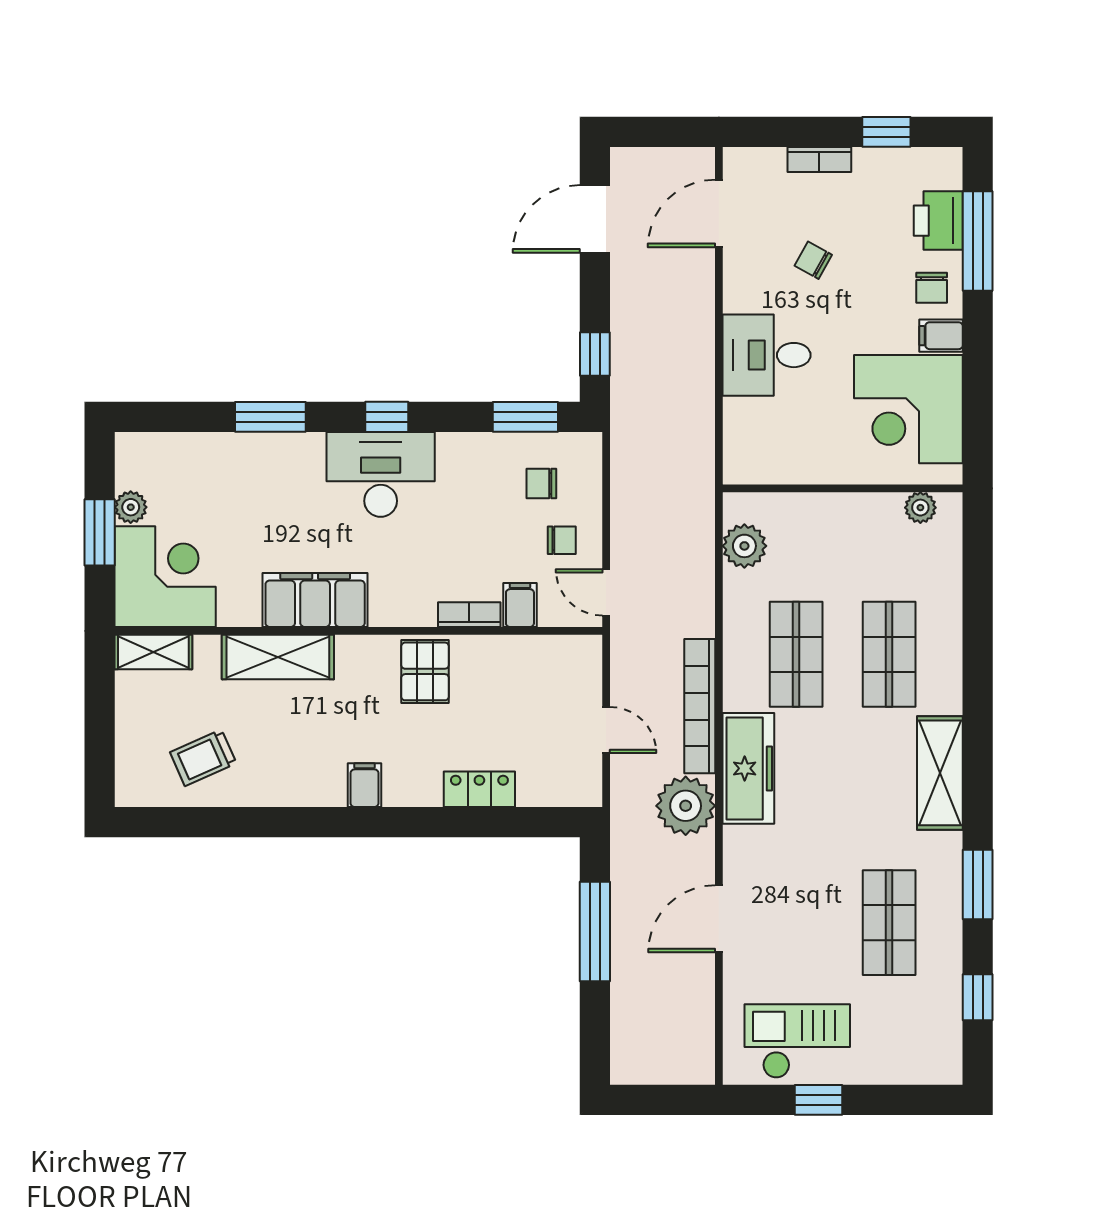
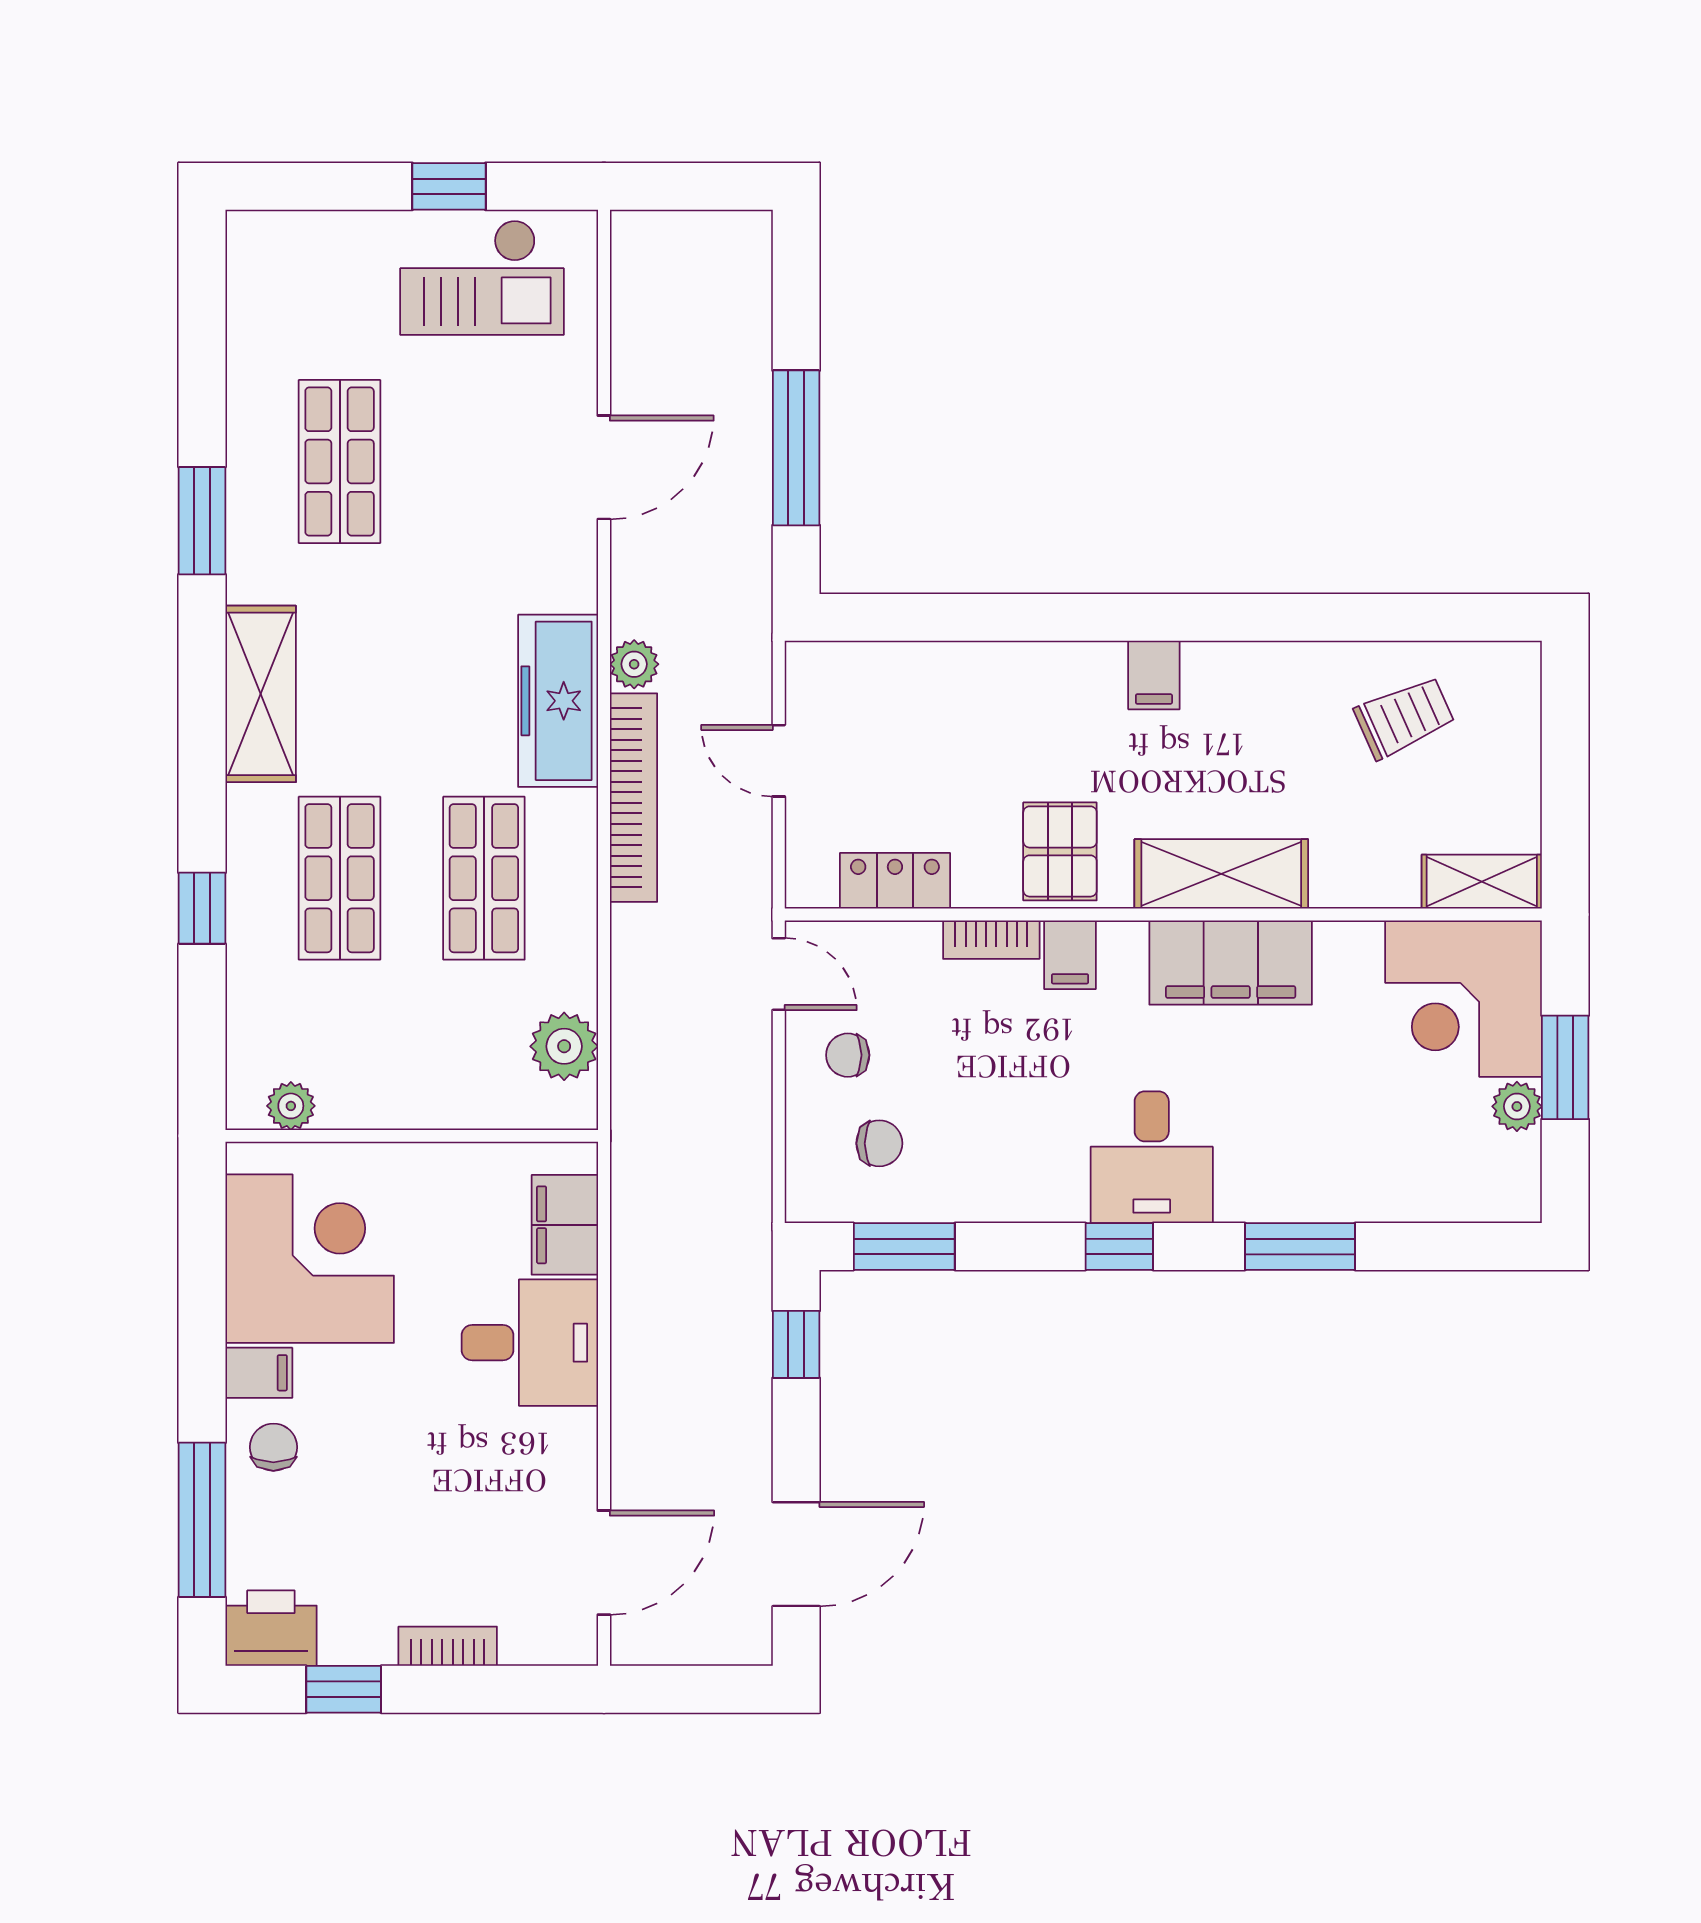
printer: (938, 221) -> (271, 1628), moved, turned -90
chair: (813, 260) -> (457, 1490), removed
filing cabinet: (744, 431) -> (565, 1225), added
desk: (381, 474) -> (1152, 1157), width x0.73
filing cabinet: (520, 605) -> (1070, 955), moved
shelving: (278, 657) -> (1221, 874), moved
locker: (479, 789) -> (895, 881), moved, turned 180
plant: (686, 806) -> (634, 664), width x0.53, depth x0.53
window: (978, 997) -> (202, 908), moved

